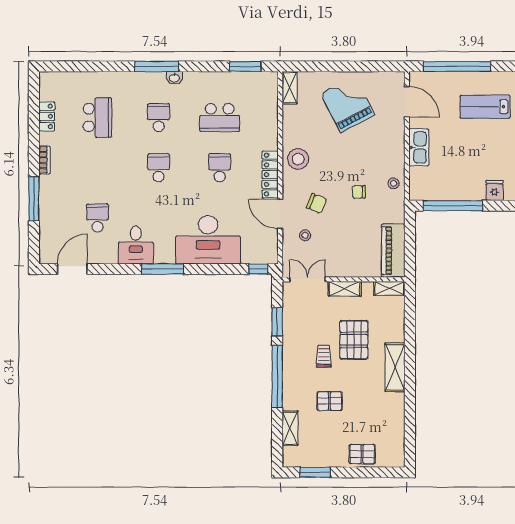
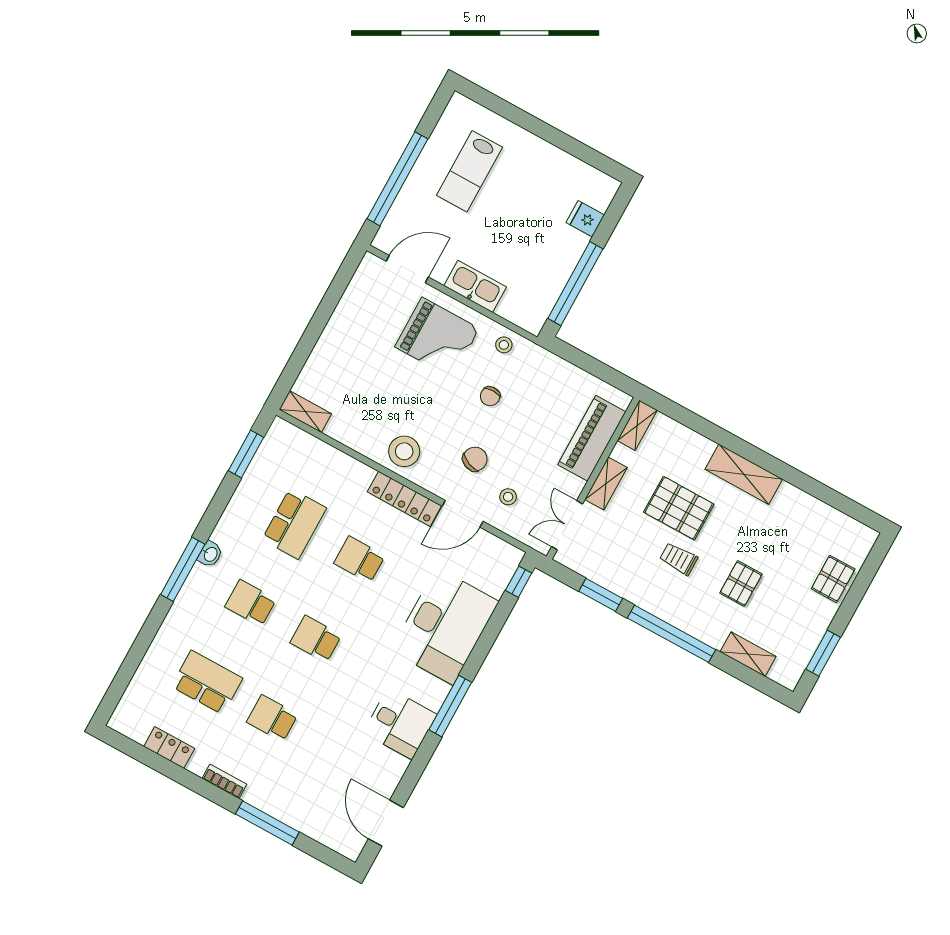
grand piano: (347, 104) -> (437, 338), moved, turned -152
school desk: (98, 218) -> (272, 718), moved
piano: (393, 251) -> (592, 438), moved, turned 90

